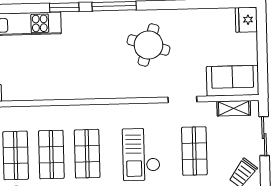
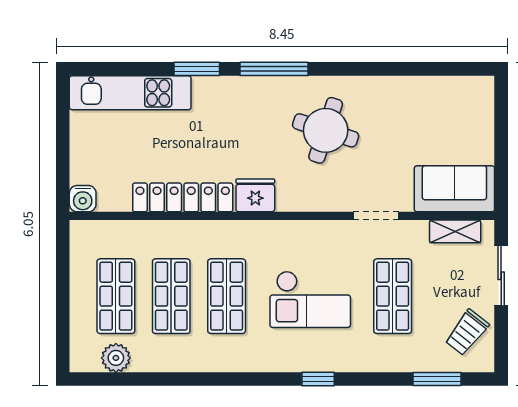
fridge: (246, 20) -> (255, 195), moved, turned 90
locker: (57, 91) -> (183, 197), added
checkout: (141, 154) -> (310, 299), turned -90

